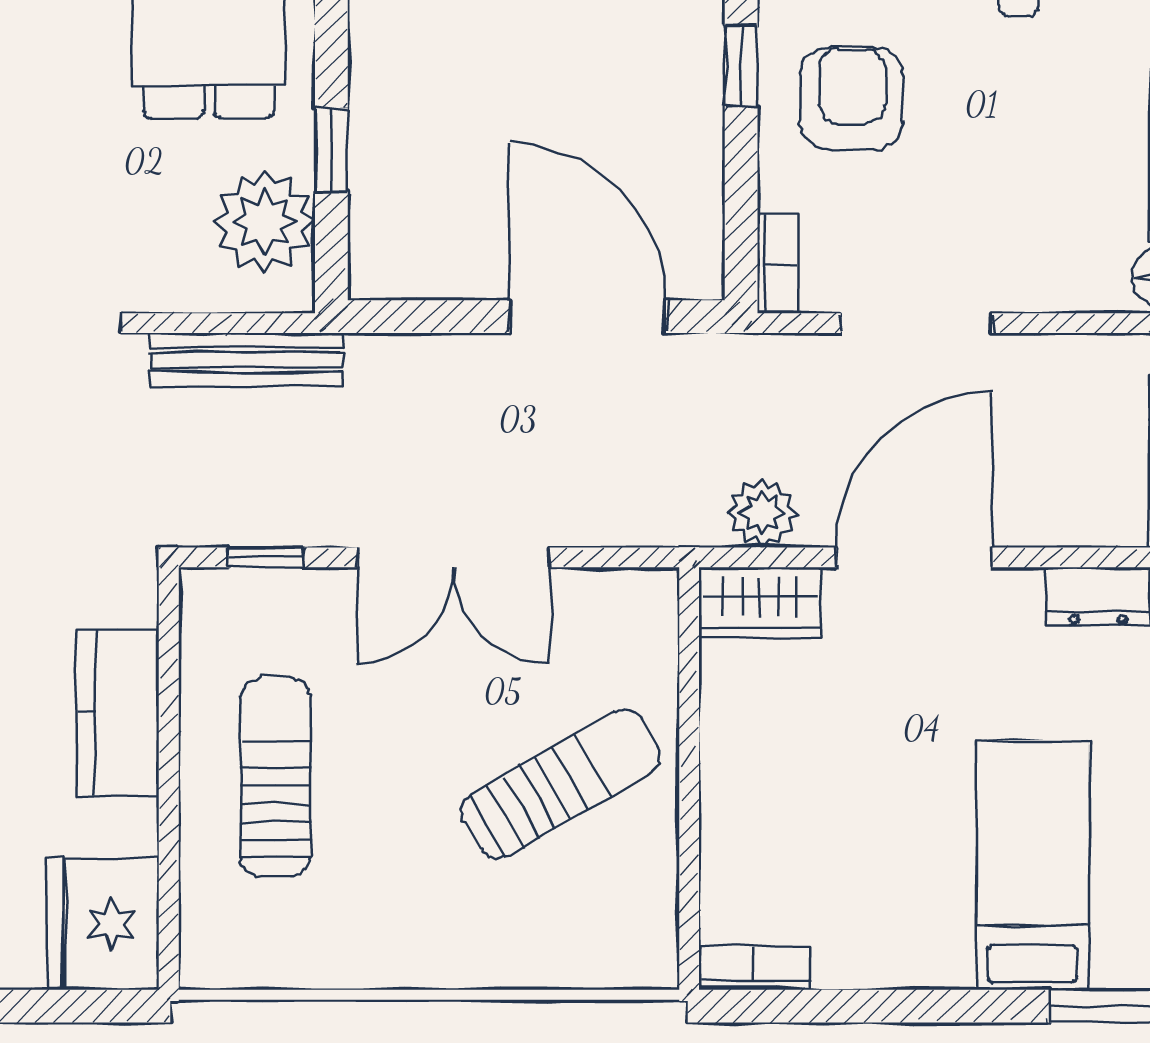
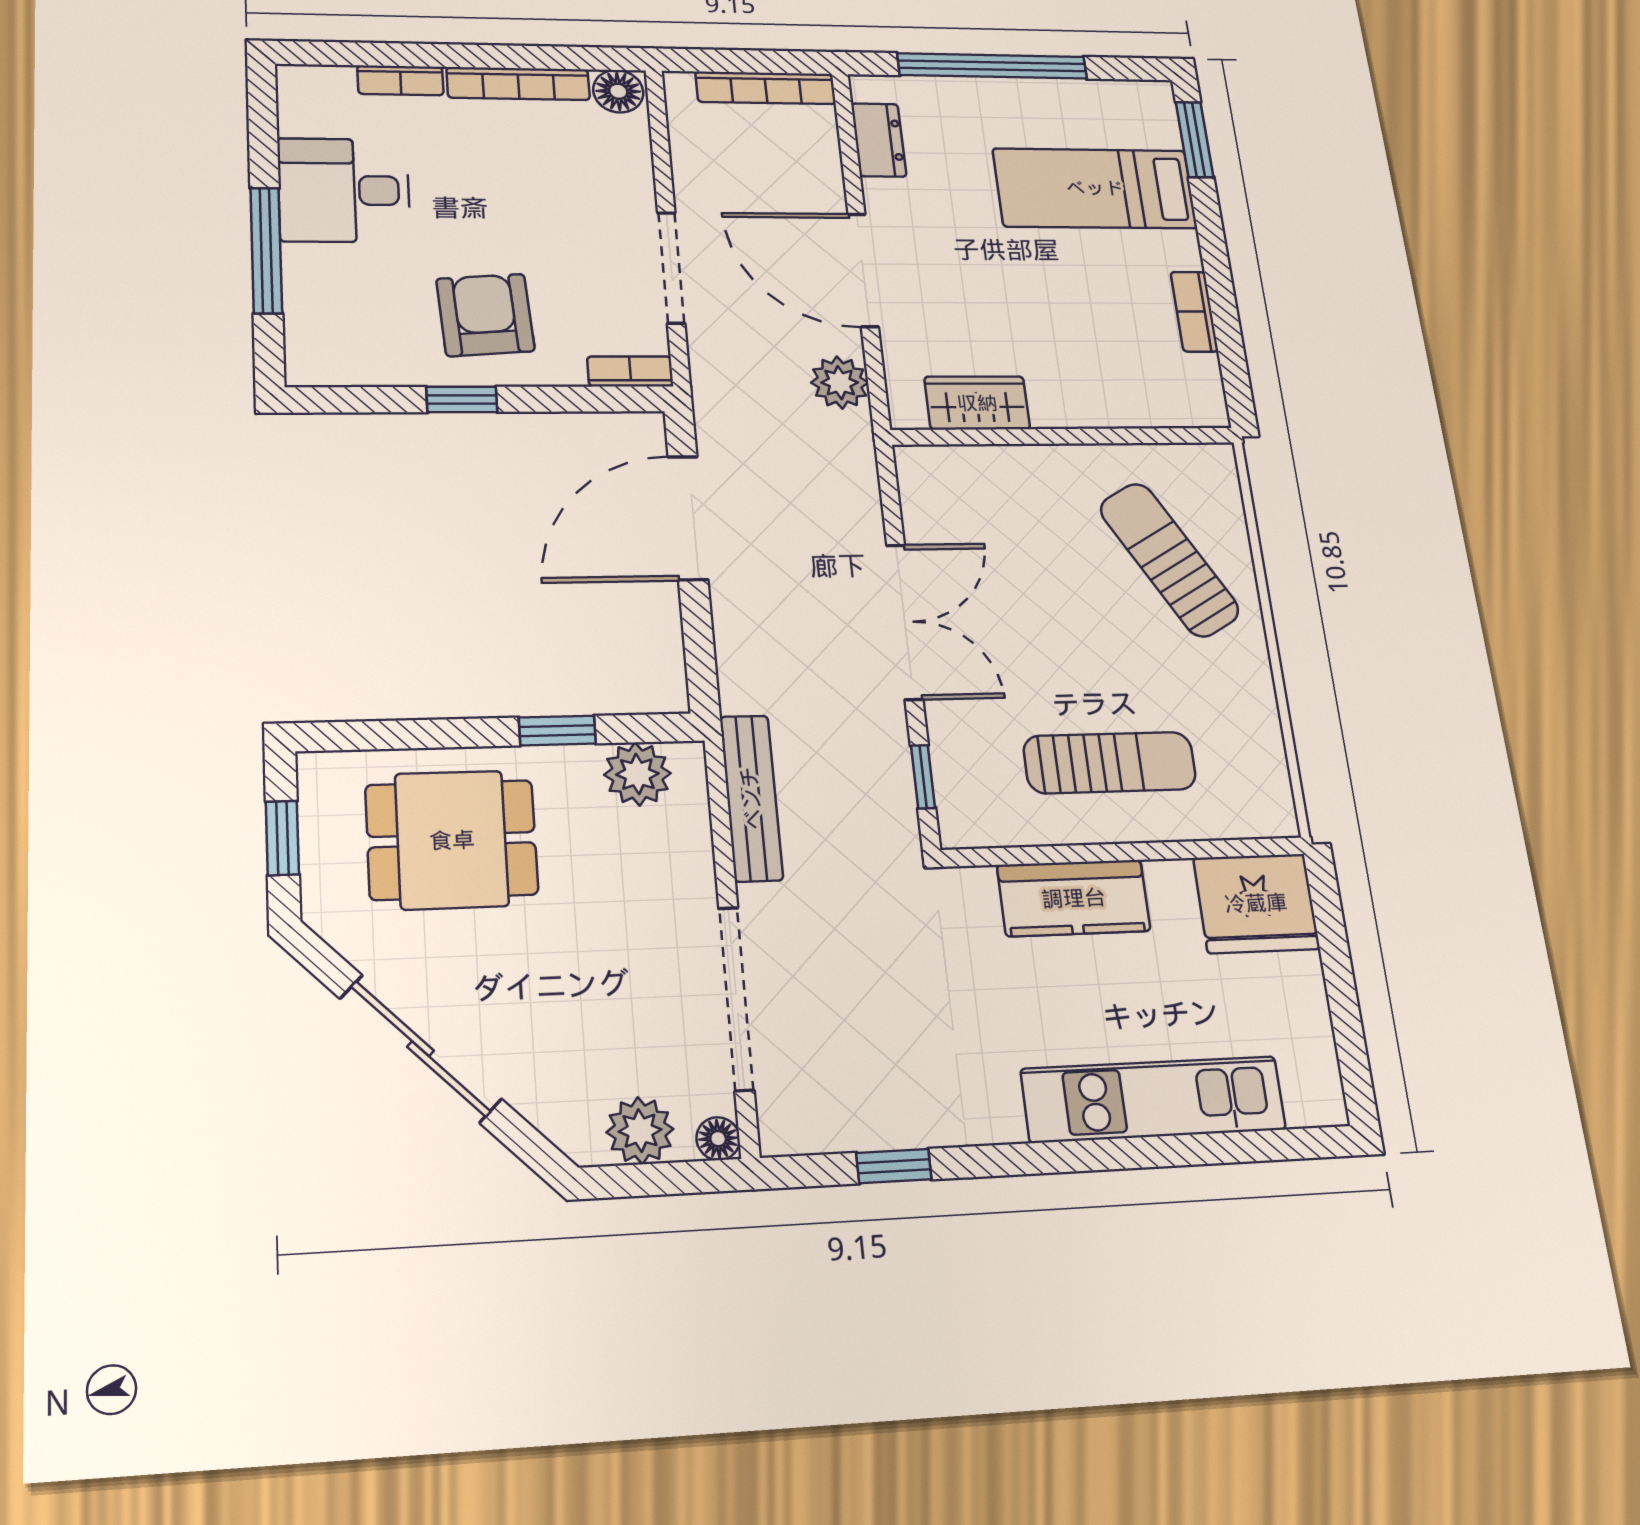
armchair: (852, 98) -> (485, 315), turned 86
plant: (264, 222) -> (637, 774), width x0.73, depth x0.73
wardrobe: (760, 602) -> (977, 403), moved, turned -90
sun lounger: (276, 777) -> (1110, 763), turned 180
sun lounger: (561, 783) -> (1169, 560), moved
bookcase: (755, 968) -> (1194, 312), moved

